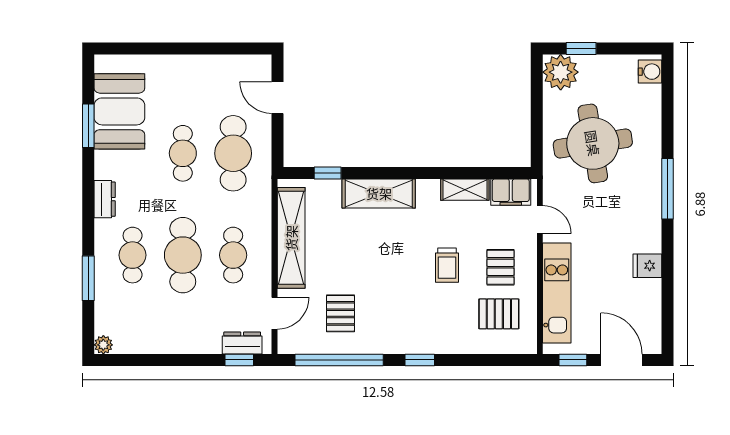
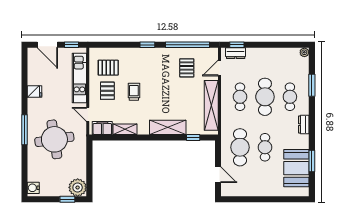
round table: (593, 143) -> (54, 139), moved

